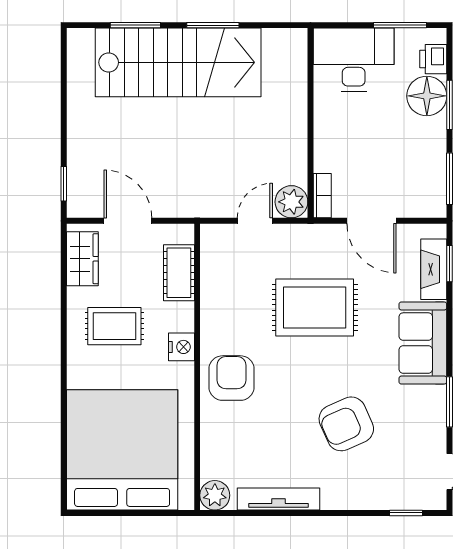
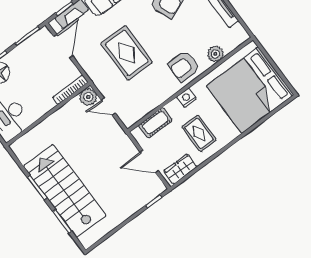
bookcase: (322, 196) -> (70, 90), width x1.56
door: (128, 221) -> (149, 162), hinge flipped
door: (371, 221) -> (63, 46), moved
plant: (215, 495) -> (215, 54), moved

